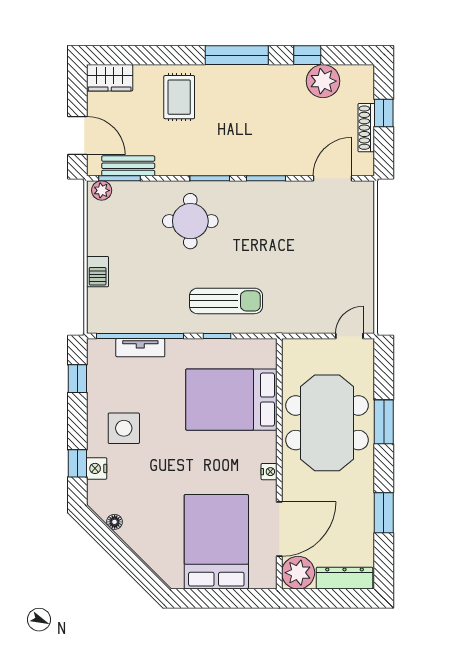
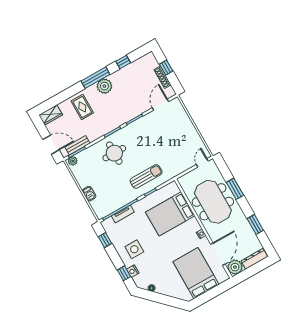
plant: (323, 81) -> (104, 86), moved

